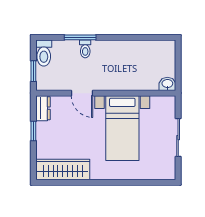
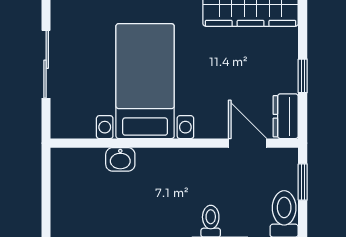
washbasin: (167, 84) -> (120, 159), moved
door: (82, 93) -> (248, 143), moved

